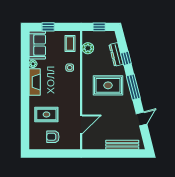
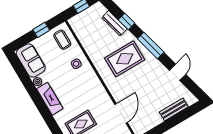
window: (48, 27) -> (41, 30), moved
plant: (88, 48) -> (83, 34), removed
bench: (122, 145) -> (174, 109), width x0.73

